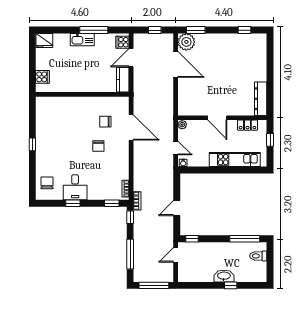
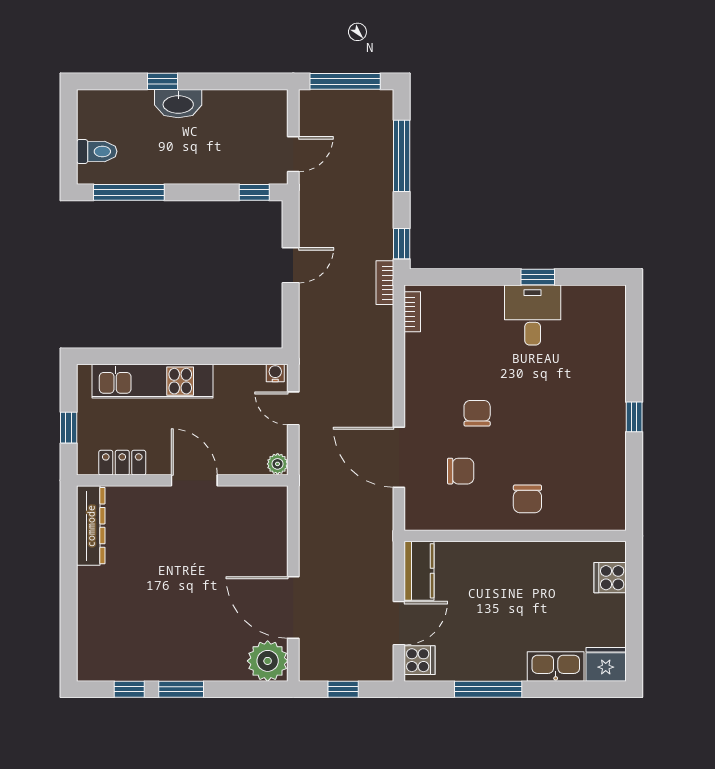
window: (196, 30) -> (181, 689), moved
kitchen sink: (82, 40) -> (556, 666), moved
chair: (47, 183) -> (527, 499), moved
window: (112, 203) -> (445, 277), removed

